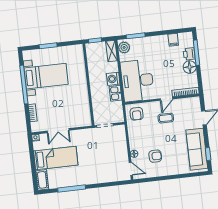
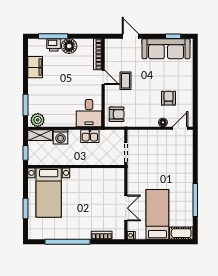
filing cabinet: (173, 40) -> (35, 67), width x2.00
bed with nightstands: (46, 76) -> (49, 193), moved, turned 180
washing machine: (113, 79) -> (61, 137), moved
desk: (137, 80) -> (89, 113), width x0.53, depth x0.77

